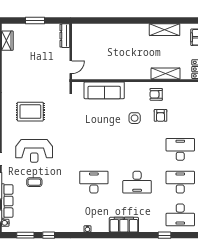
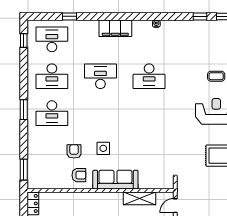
shelving: (166, 74) -> (139, 198), moved
sofa: (104, 90) -> (115, 180), moved

